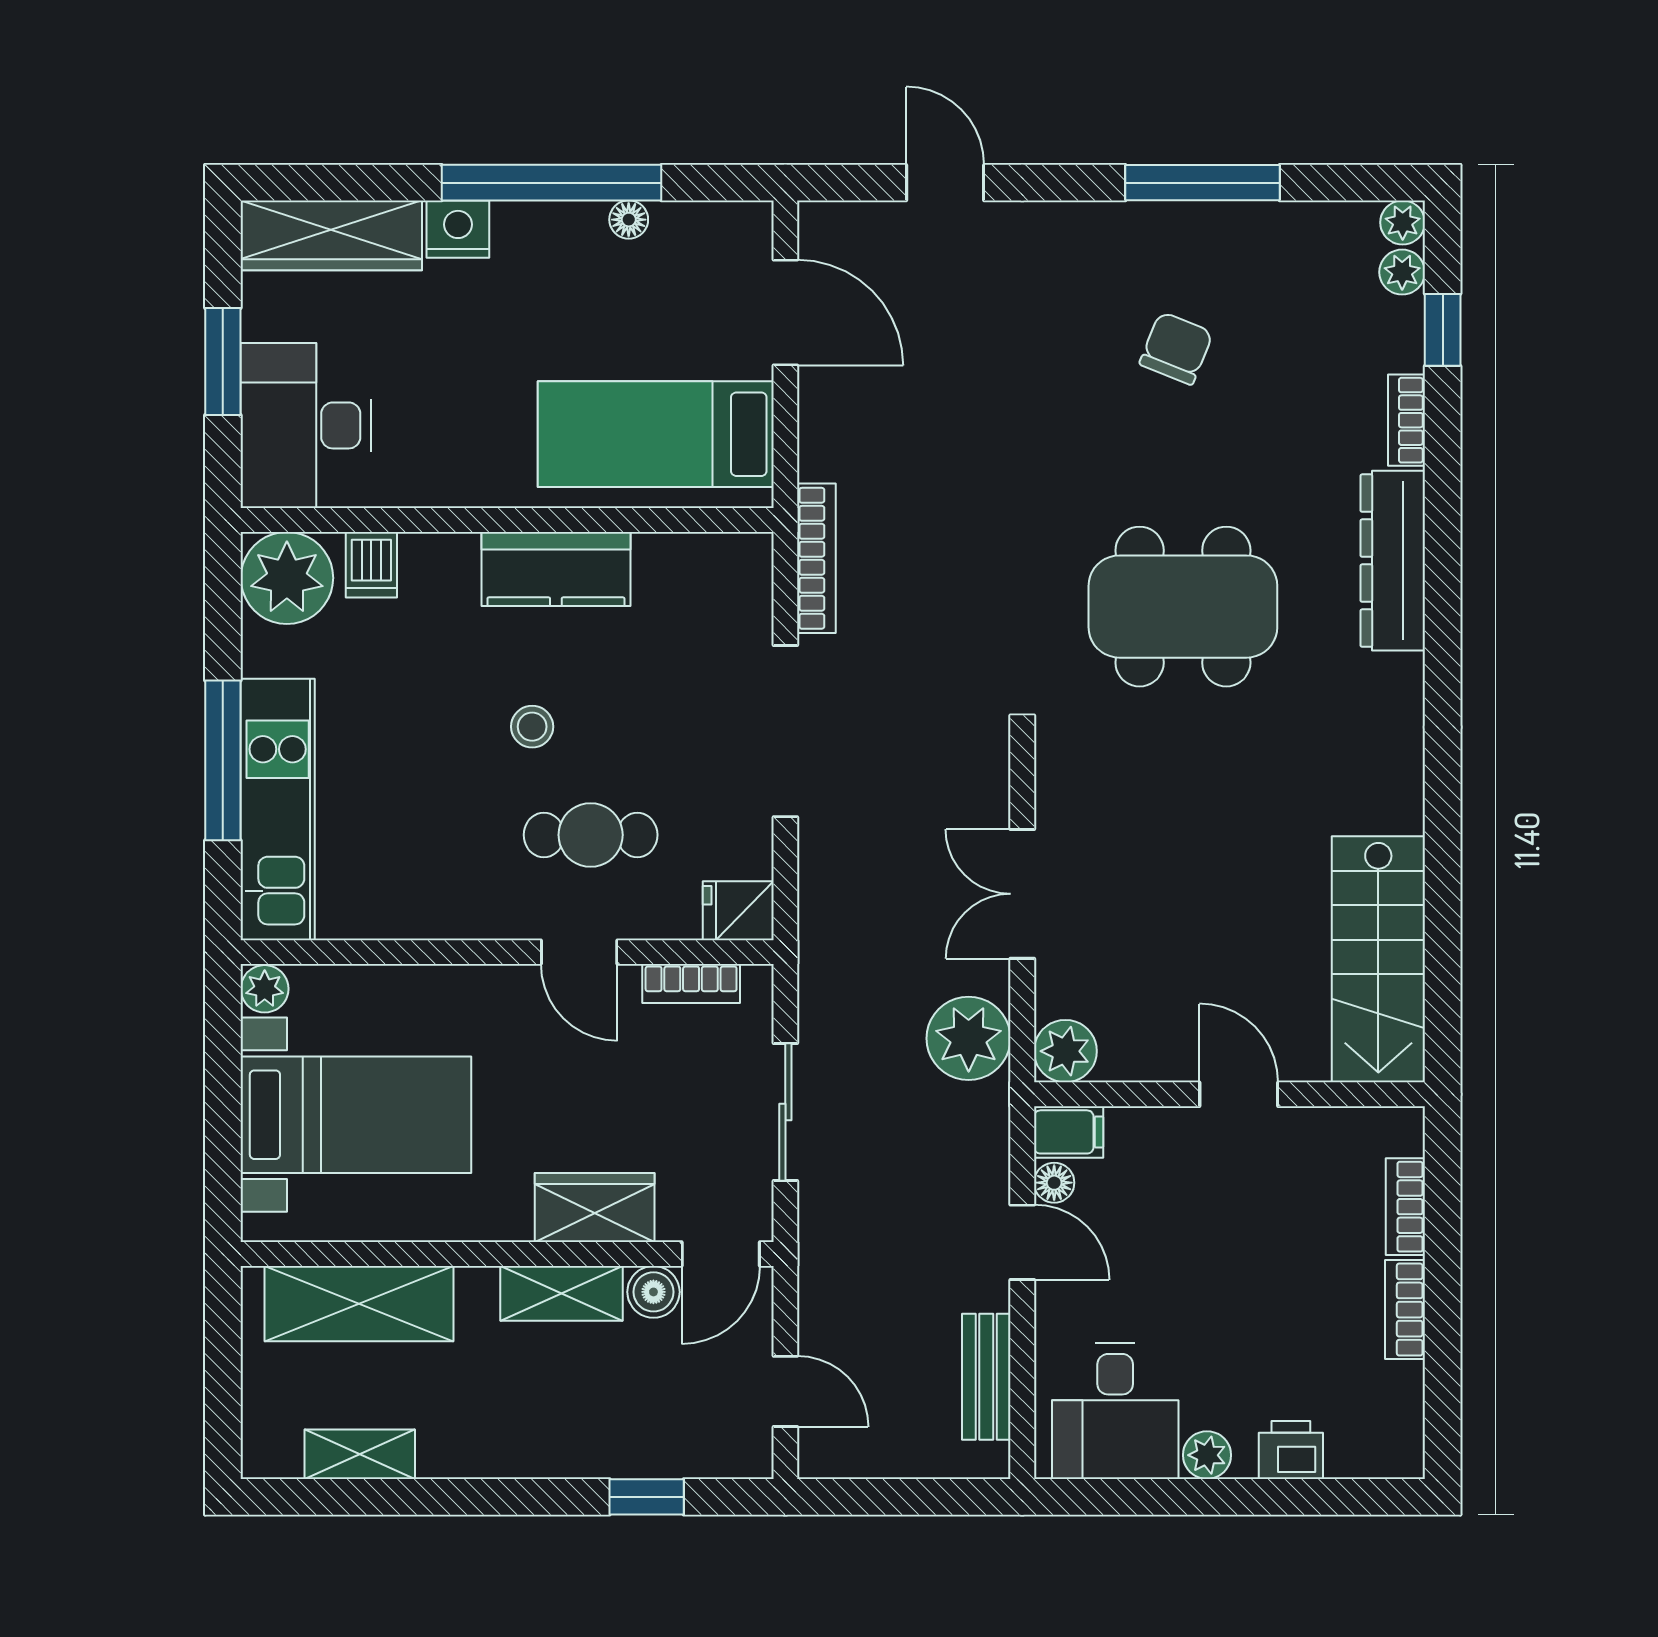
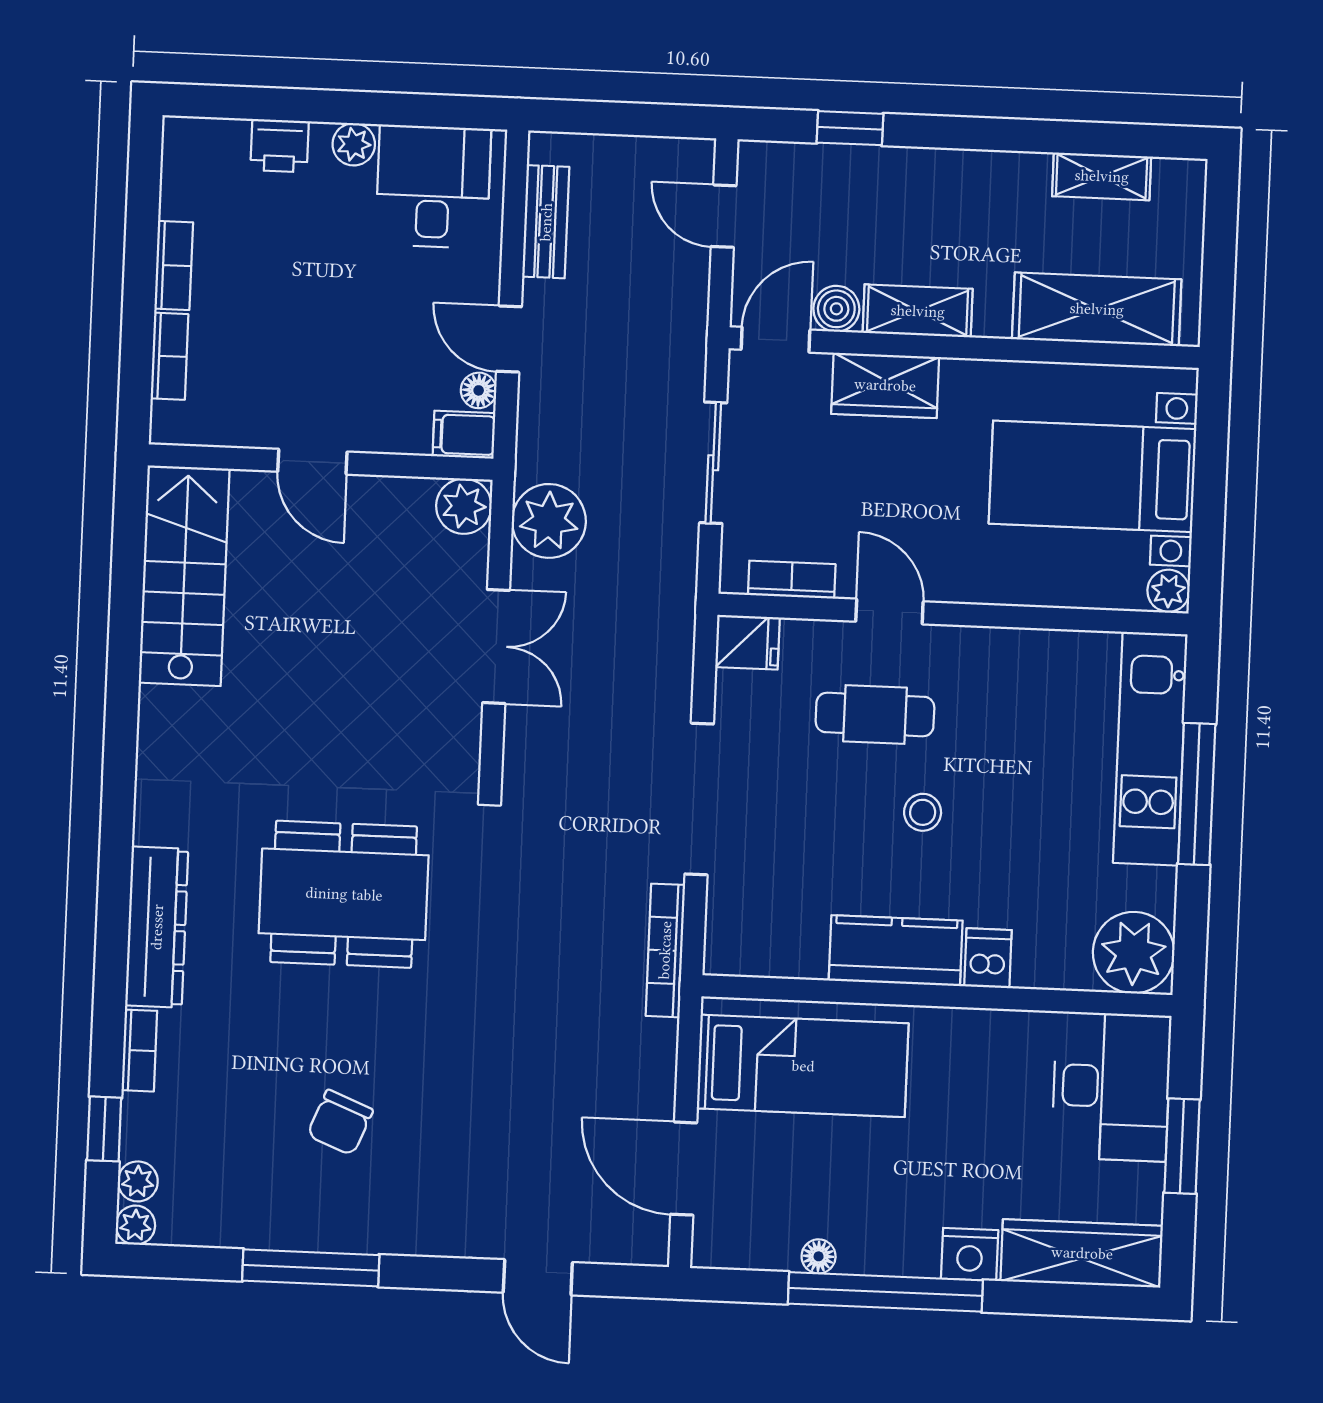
dishwasher: (371, 565) -> (988, 958), moved

